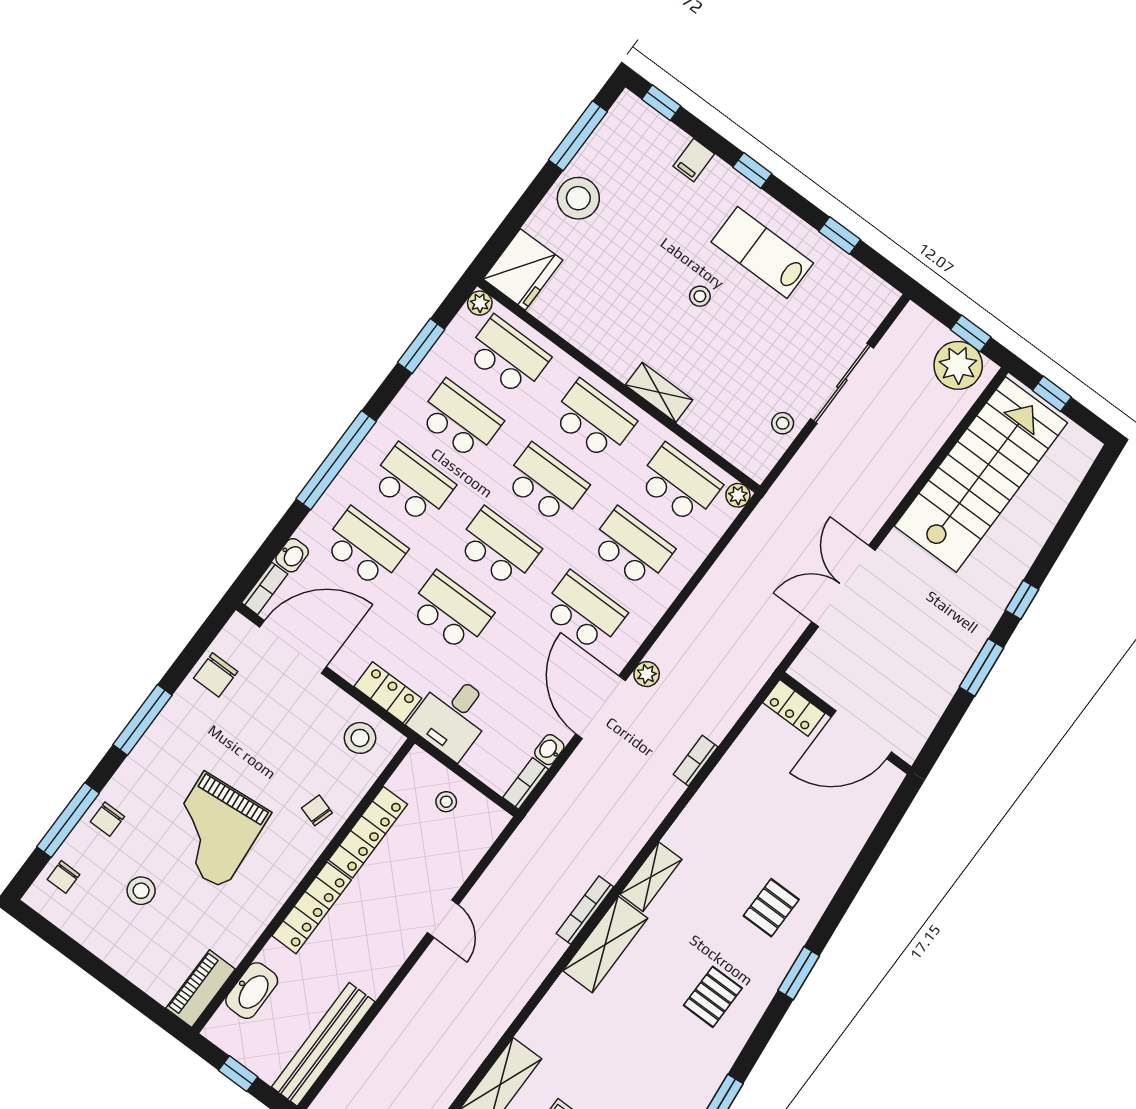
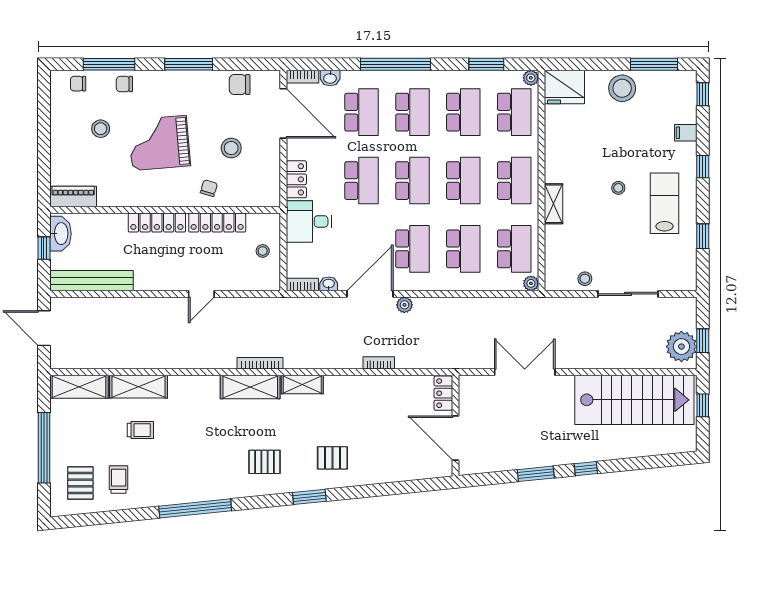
stool: (360, 738) -> (231, 148), moved
washbasin: (252, 991) -> (61, 234), moved, turned -90

